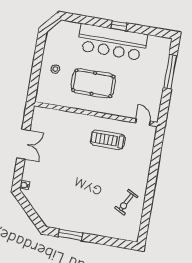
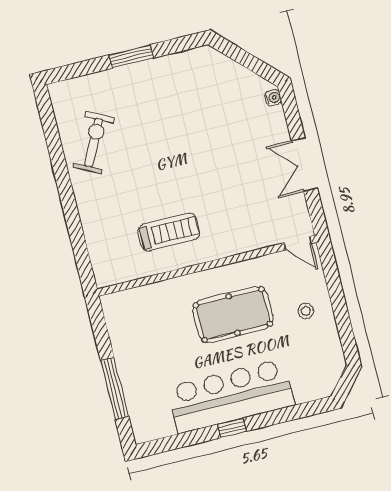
door: (143, 122) -> (298, 243), moved
exercise bike: (126, 202) -> (94, 142), width x1.38, depth x1.39
window: (70, 235) -> (131, 56), moved

